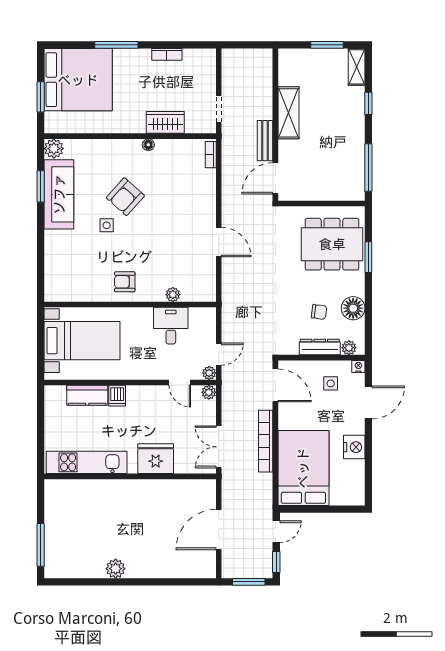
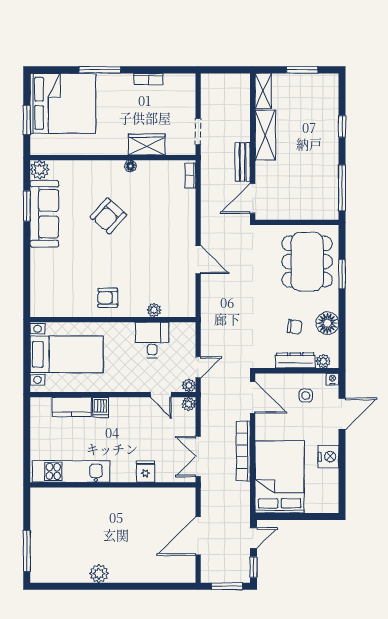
shelving: (357, 67) -> (263, 91), moved
side table: (107, 225) -> (90, 243), removed
dining table: (332, 244) -> (307, 262), turned 90
fridge: (156, 459) -> (145, 472), width x0.53, depth x0.75

